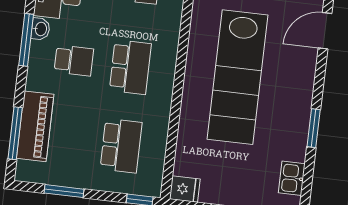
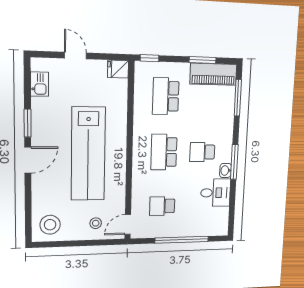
door: (325, 31) -> (28, 160), moved
lab bench: (237, 77) -> (88, 154), turned 180
piano: (35, 126) -> (213, 74), moved, turned -90

